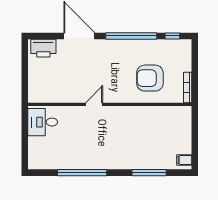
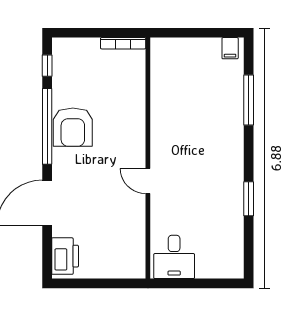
armchair: (150, 78) -> (73, 127), moved
window: (82, 173) -> (249, 199), width x0.47

